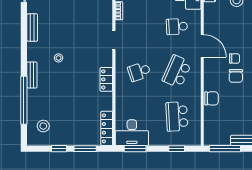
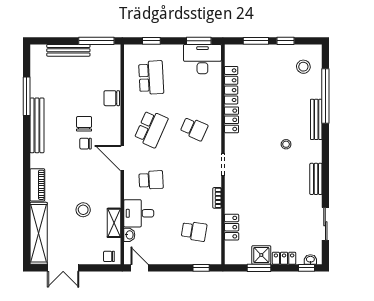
school desk: (139, 72) -> (194, 129), turned 42
bench: (32, 75) -> (316, 119), width x1.36
locker: (107, 128) -> (231, 85), moved

